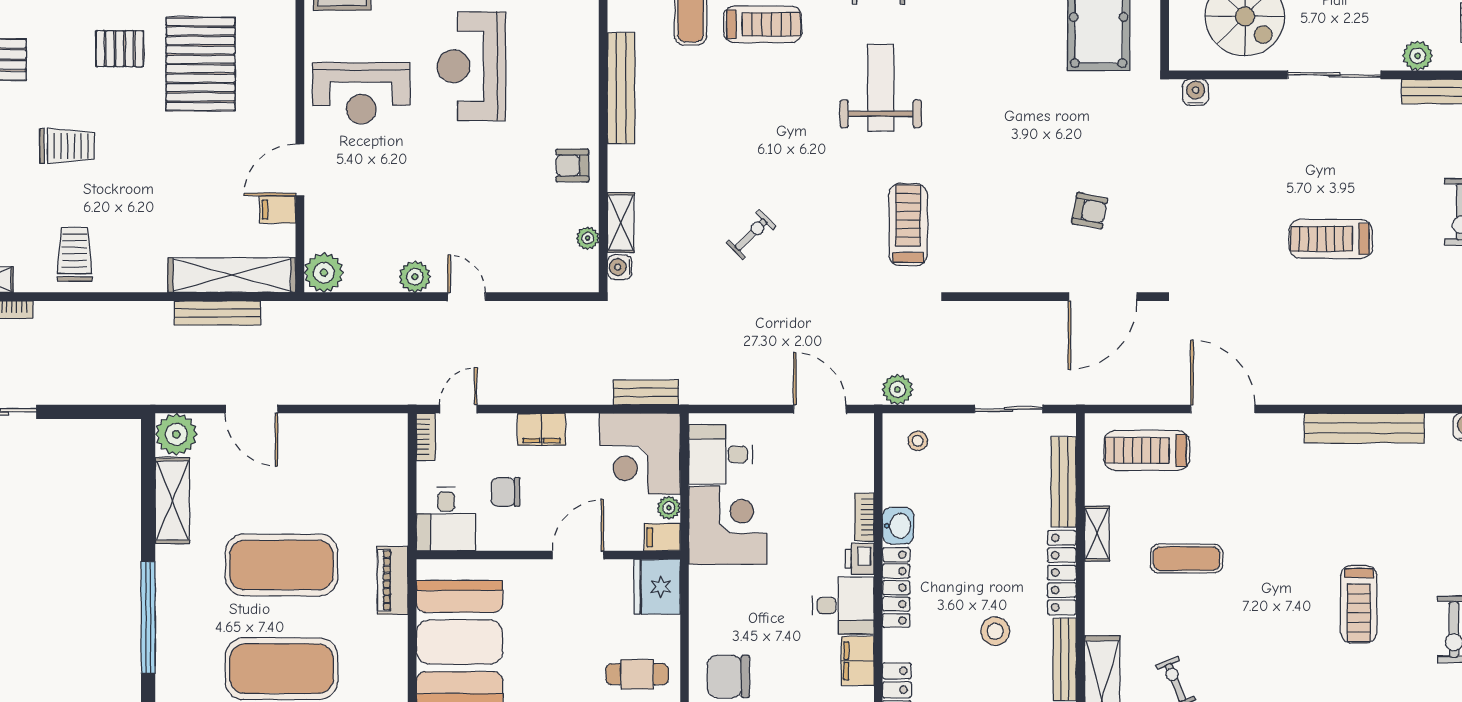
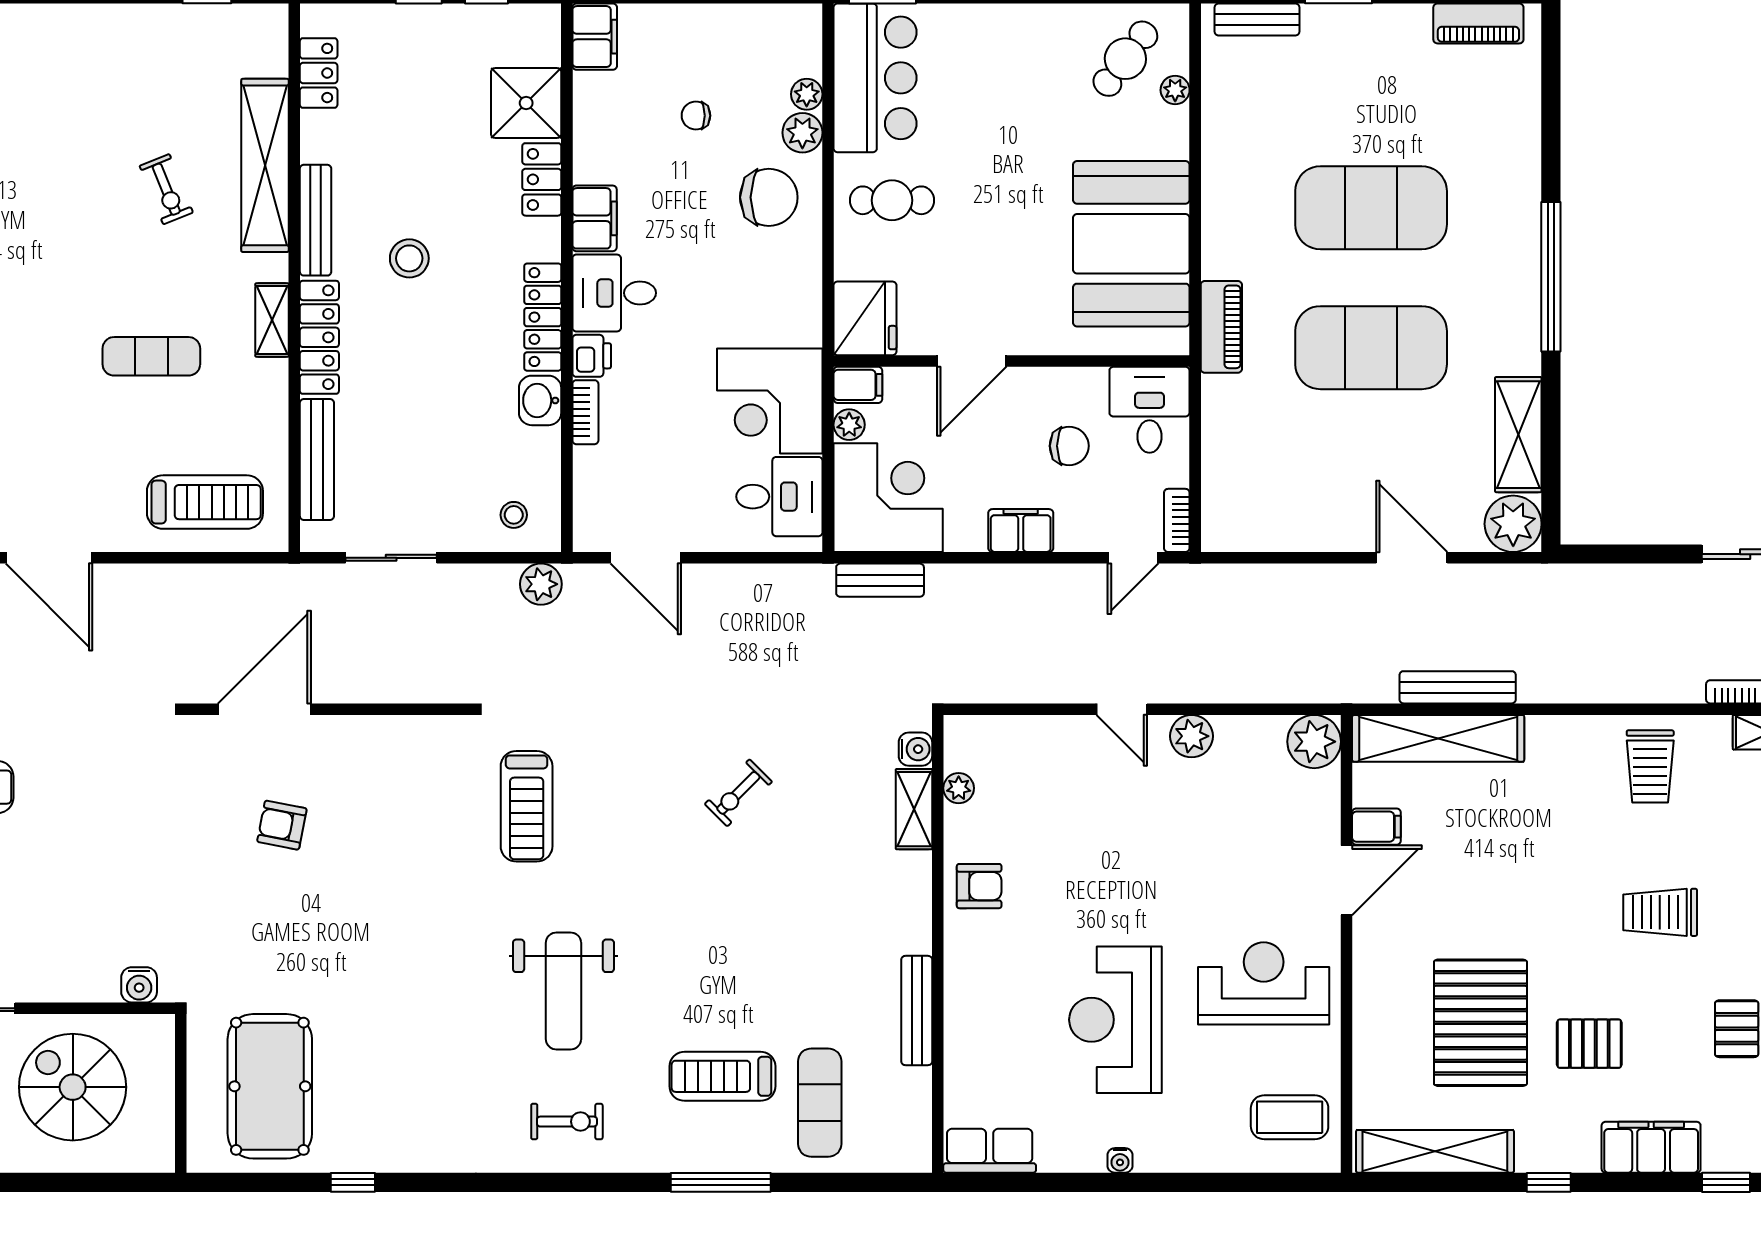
reception desk: (471, 66) -> (1115, 1020), turned 180
bench: (621, 88) -> (917, 1011), width x0.73, depth x0.82
door: (1223, 409) -> (49, 558), moved
shelving: (1097, 534) -> (272, 320), moved

